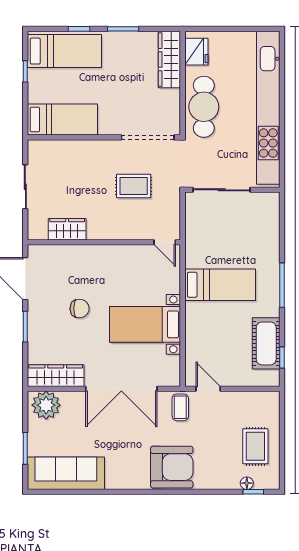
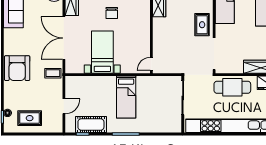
rug: (134, 186) -> (202, 25), moved
door: (208, 389) -> (64, 106), moved

